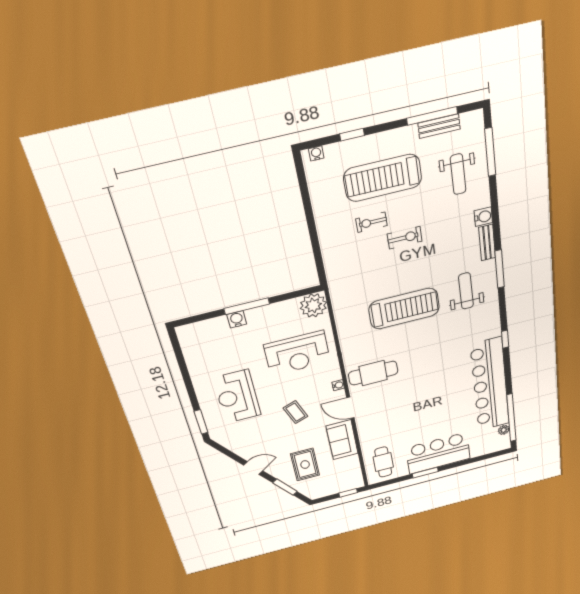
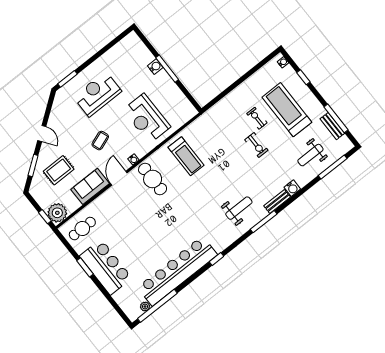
plant: (313, 305) -> (57, 213), moved
treadmill: (404, 309) -> (186, 156), moved, width x0.73, depth x0.73

